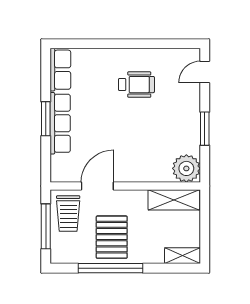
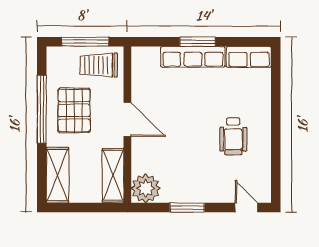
door: (97, 186) -> (127, 119), moved
pallet: (112, 237) -> (74, 110), turned 90
shelving: (183, 256) -> (57, 175), width x1.50, depth x1.33

